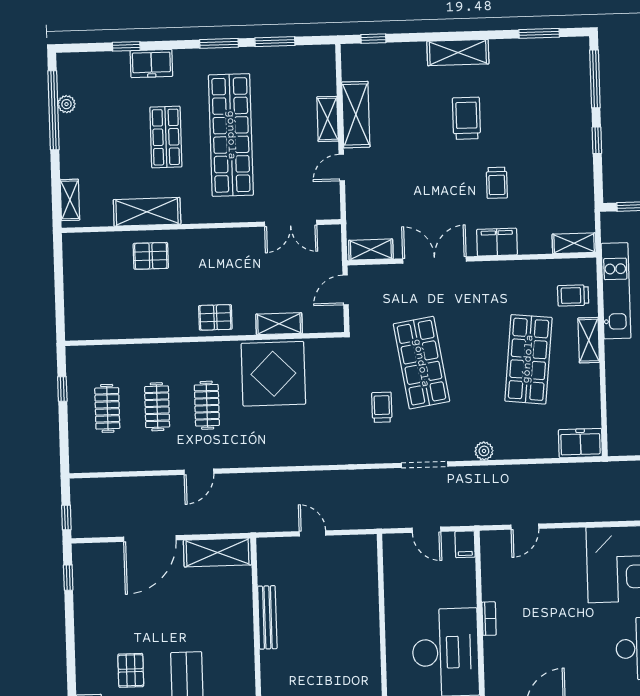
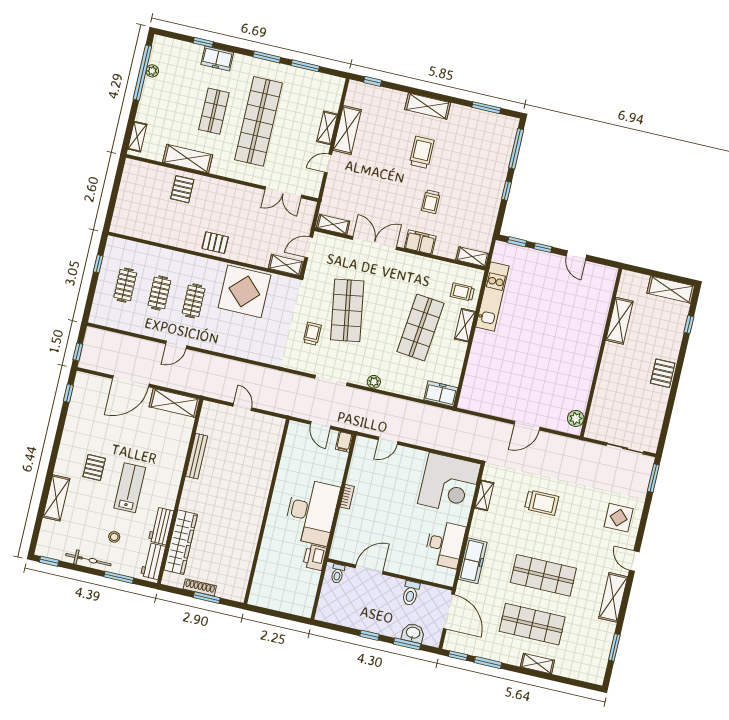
pallet: (151, 256) -> (182, 189), turned 90
shelving: (279, 324) -> (286, 265), moved

